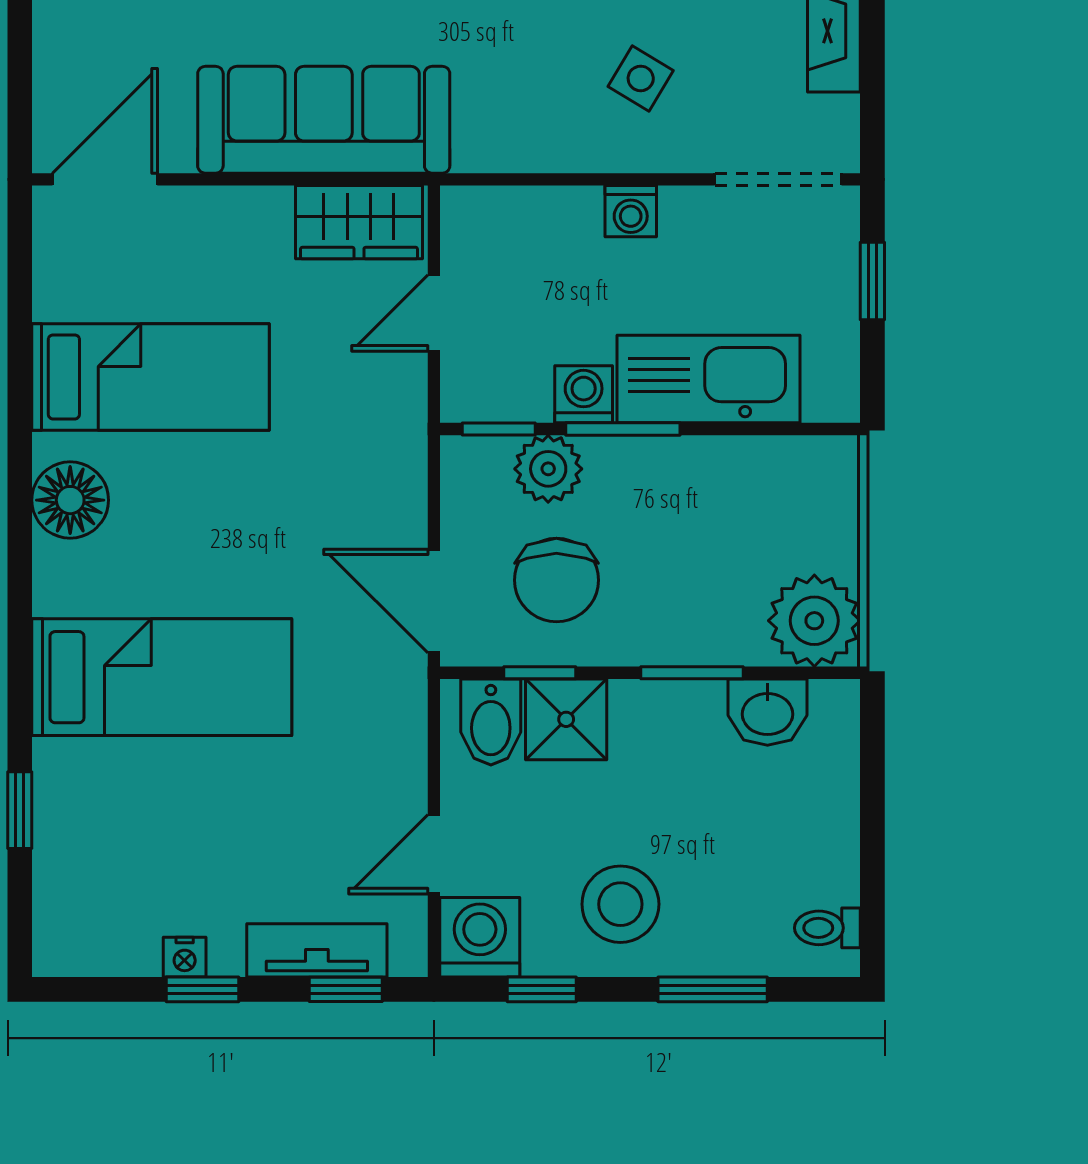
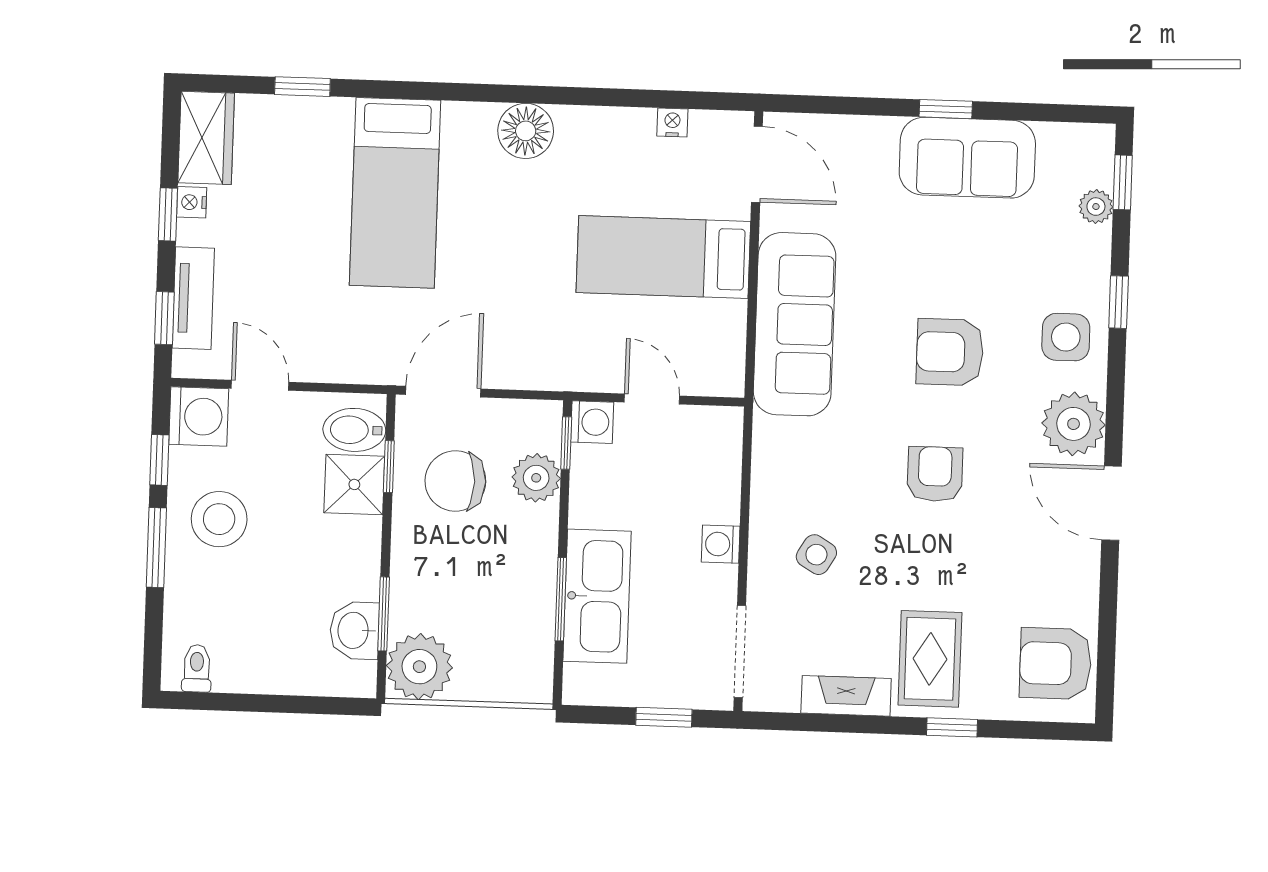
wardrobe: (359, 222) -> (206, 138), moved, turned 180
nightstand: (51, 298) -> (672, 122), added
bed: (150, 377) -> (663, 257), moved, turned 90
washing machine: (584, 394) -> (592, 422), moved
window: (623, 429) -> (561, 599), moved
window: (692, 673) -> (384, 614), moved
window: (713, 989) -> (156, 548), moved

